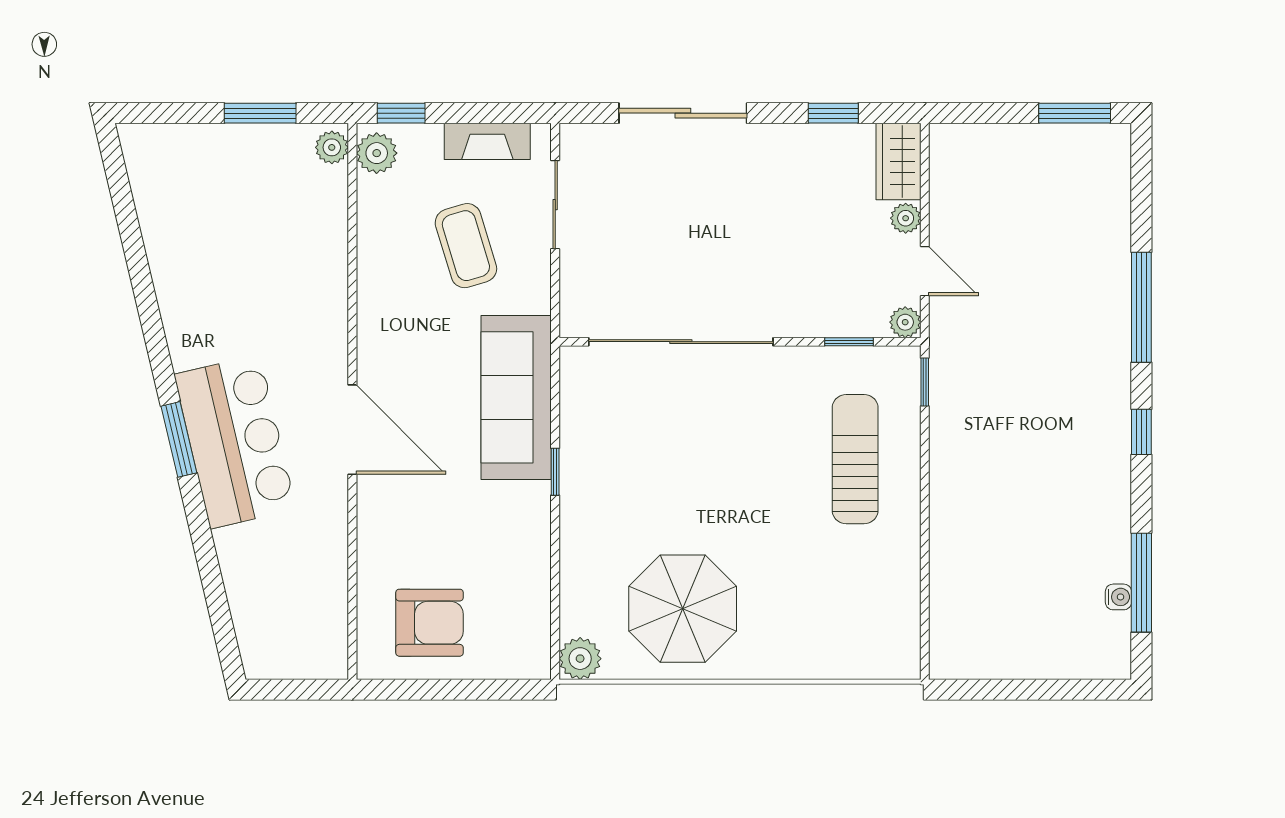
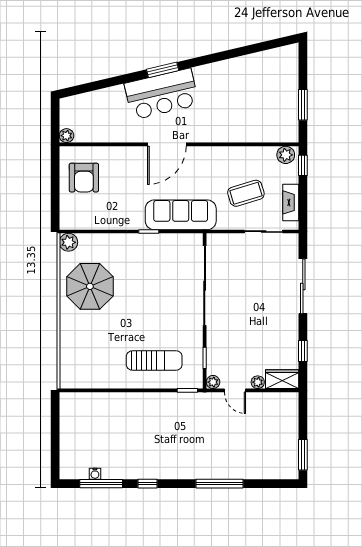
plant: (332, 147) -> (66, 136), moved
door: (925, 271) -> (235, 390), hinge flipped
window: (1141, 432) -> (148, 484), moved

